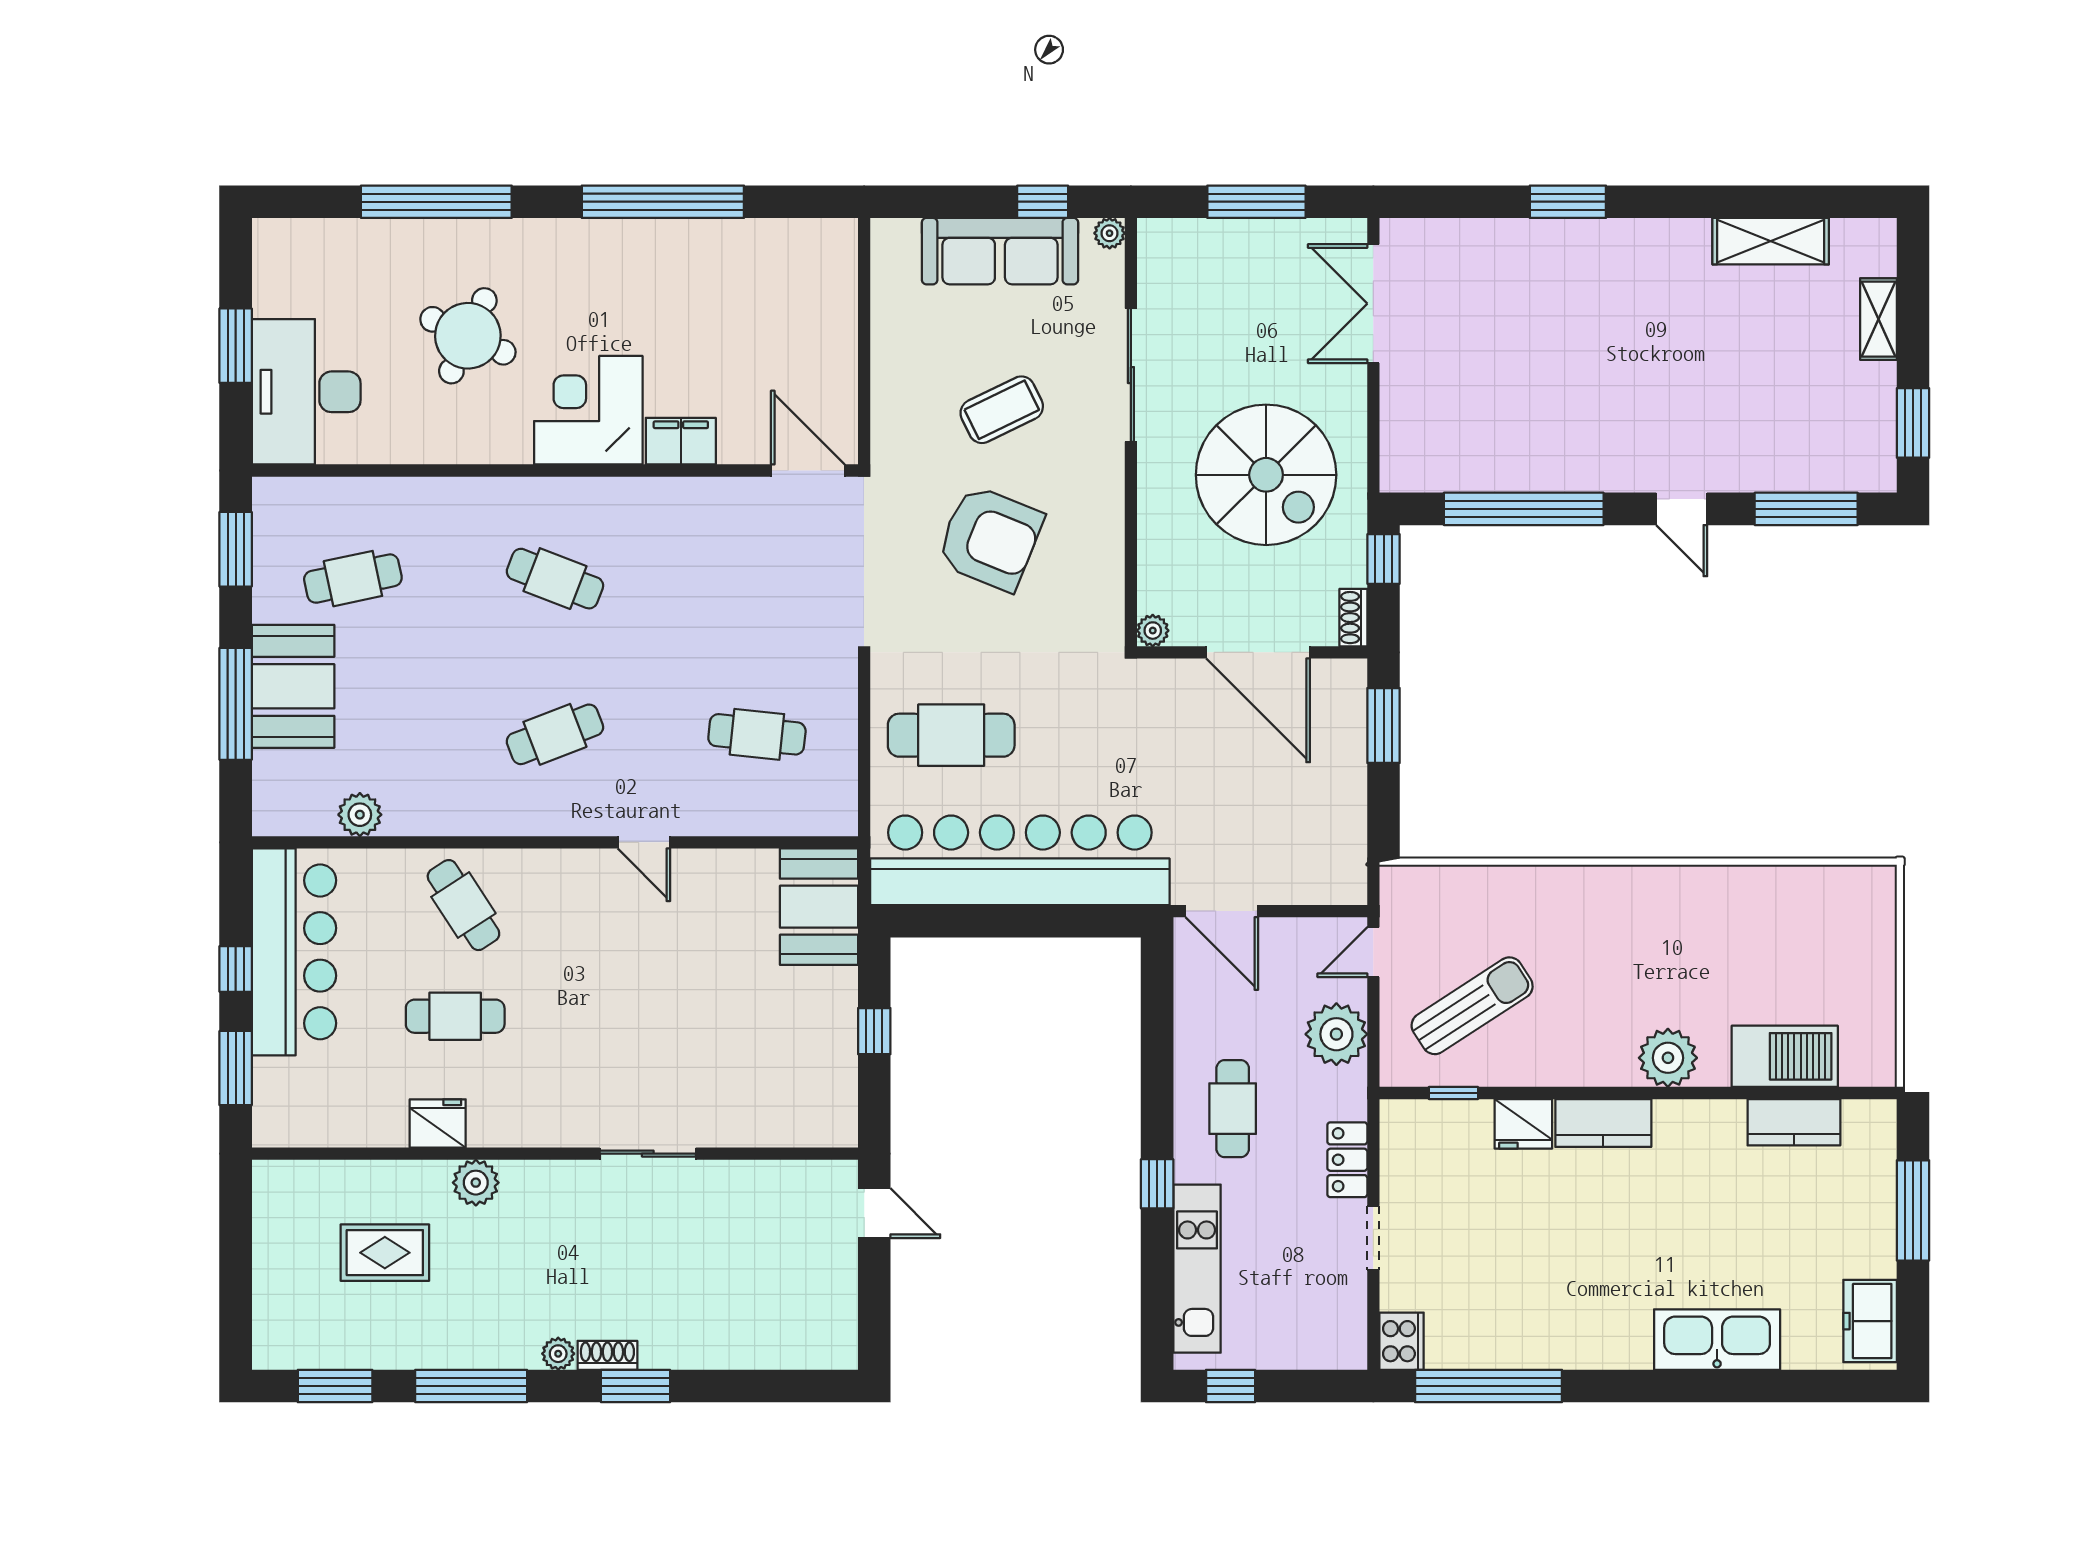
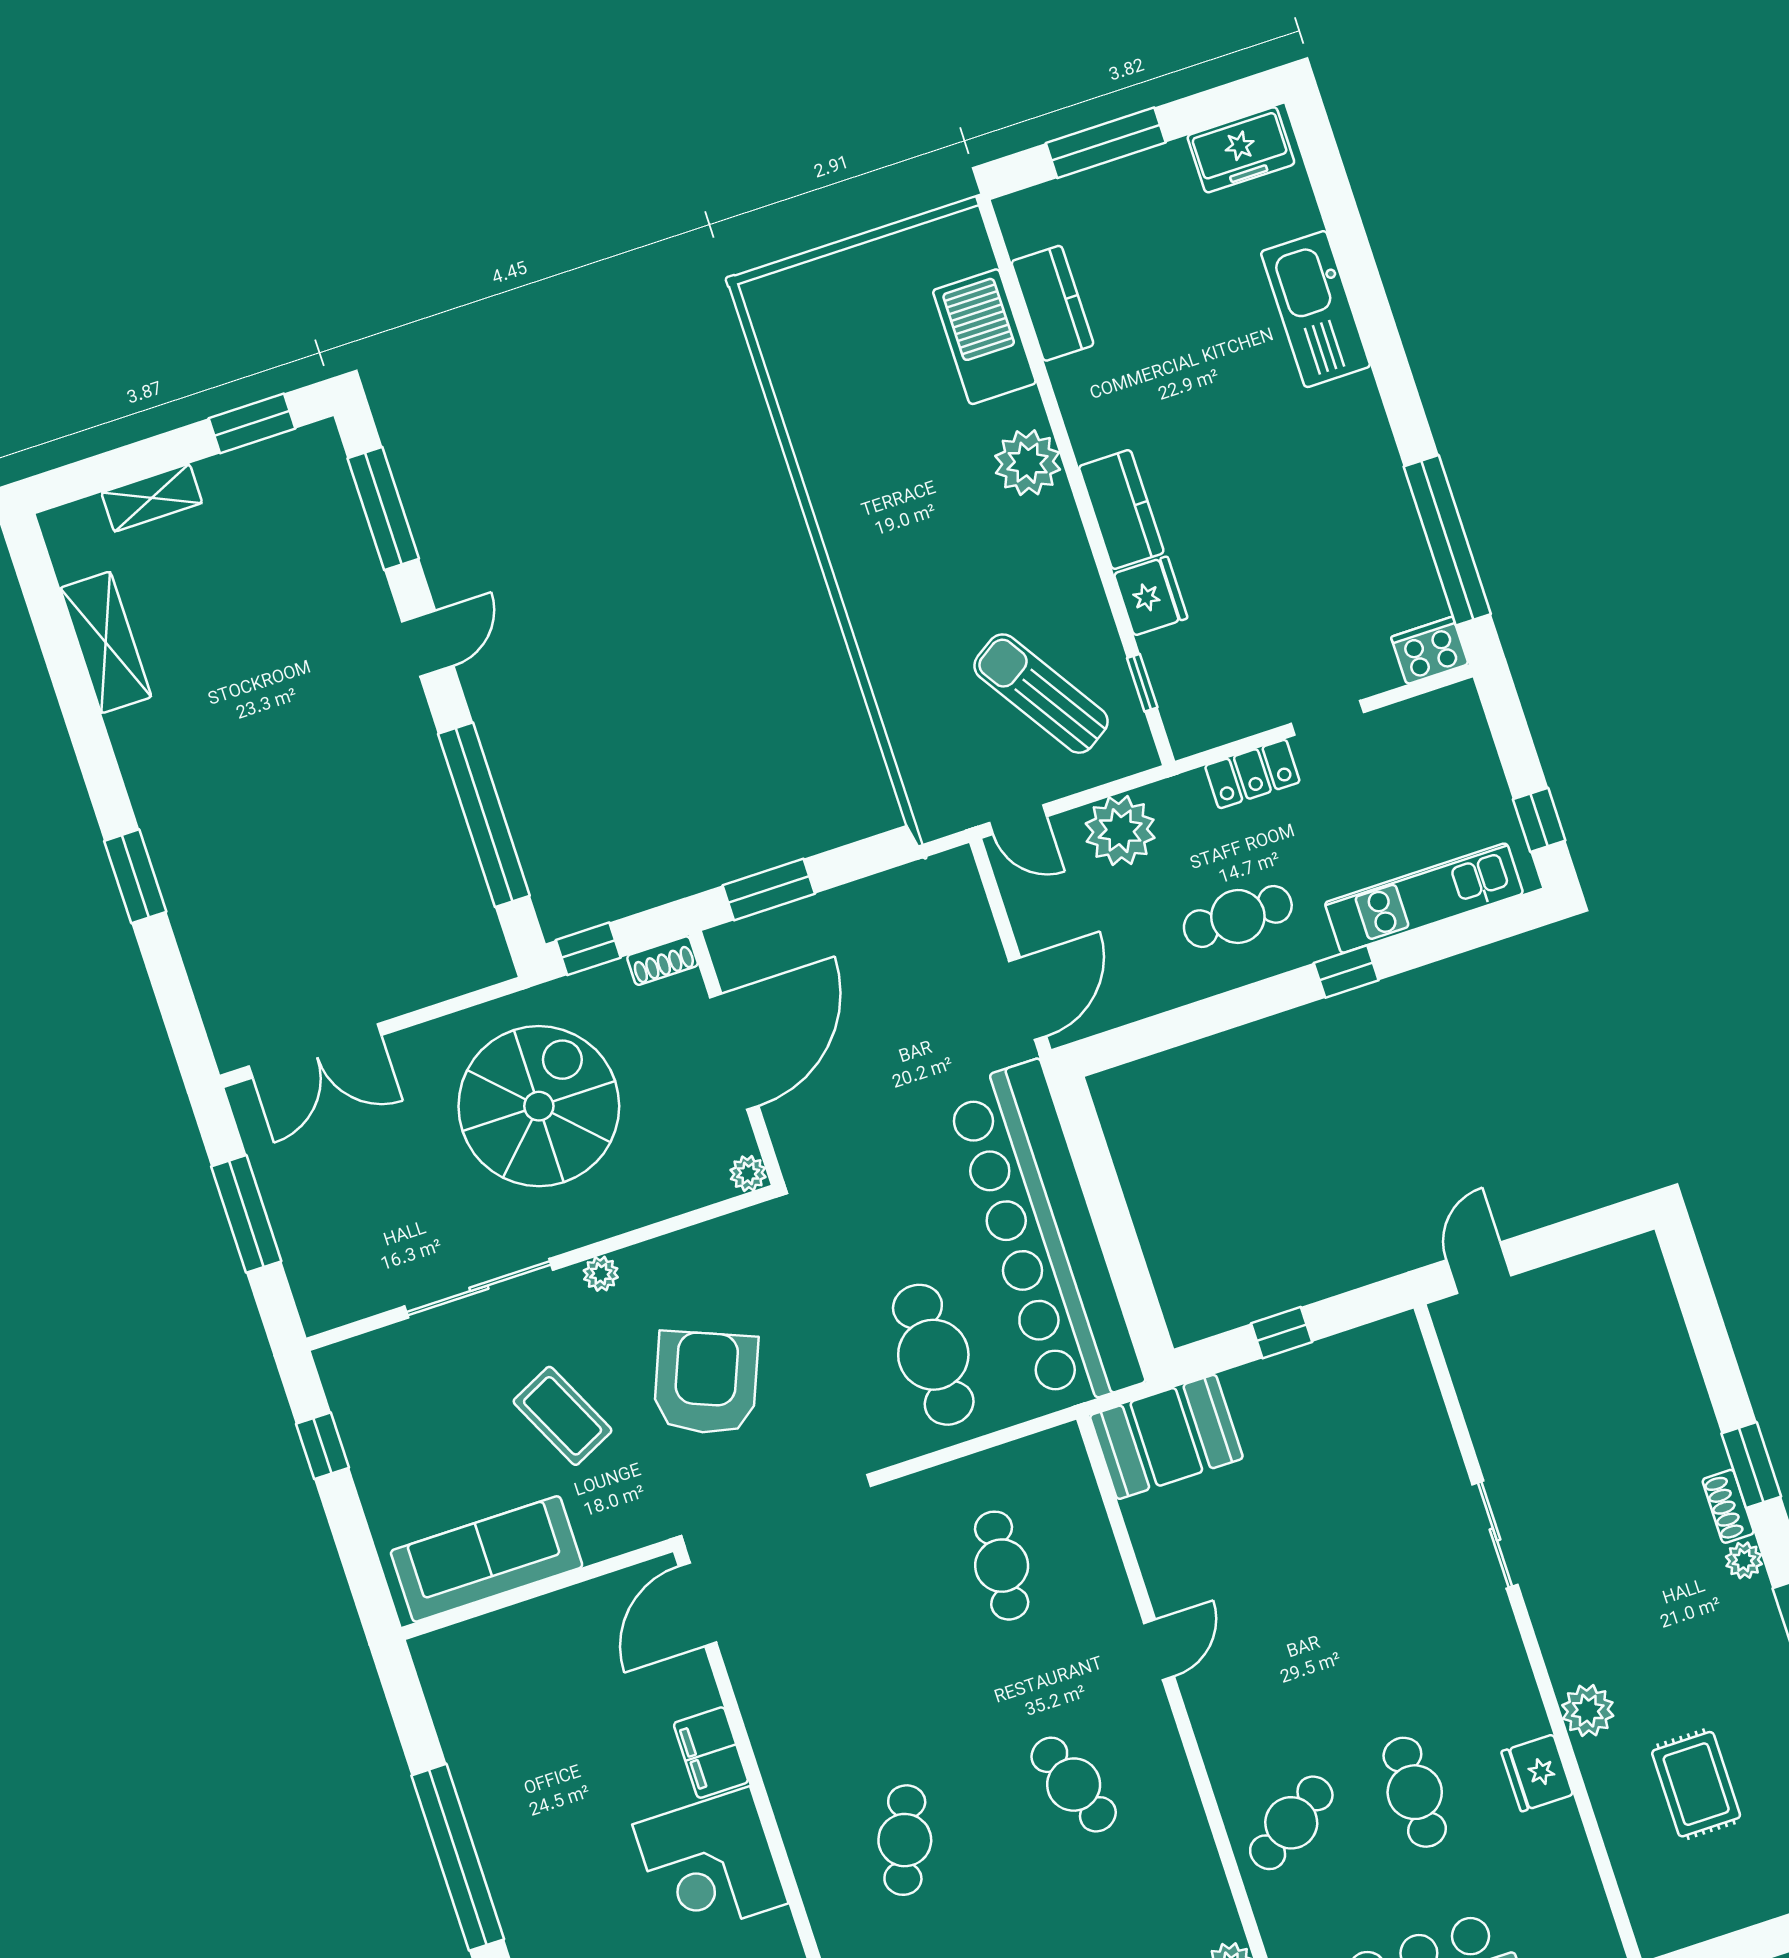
plant: (1110, 233) -> (601, 1274), moved
sofa: (1000, 251) -> (487, 1559), moved, turned -90

